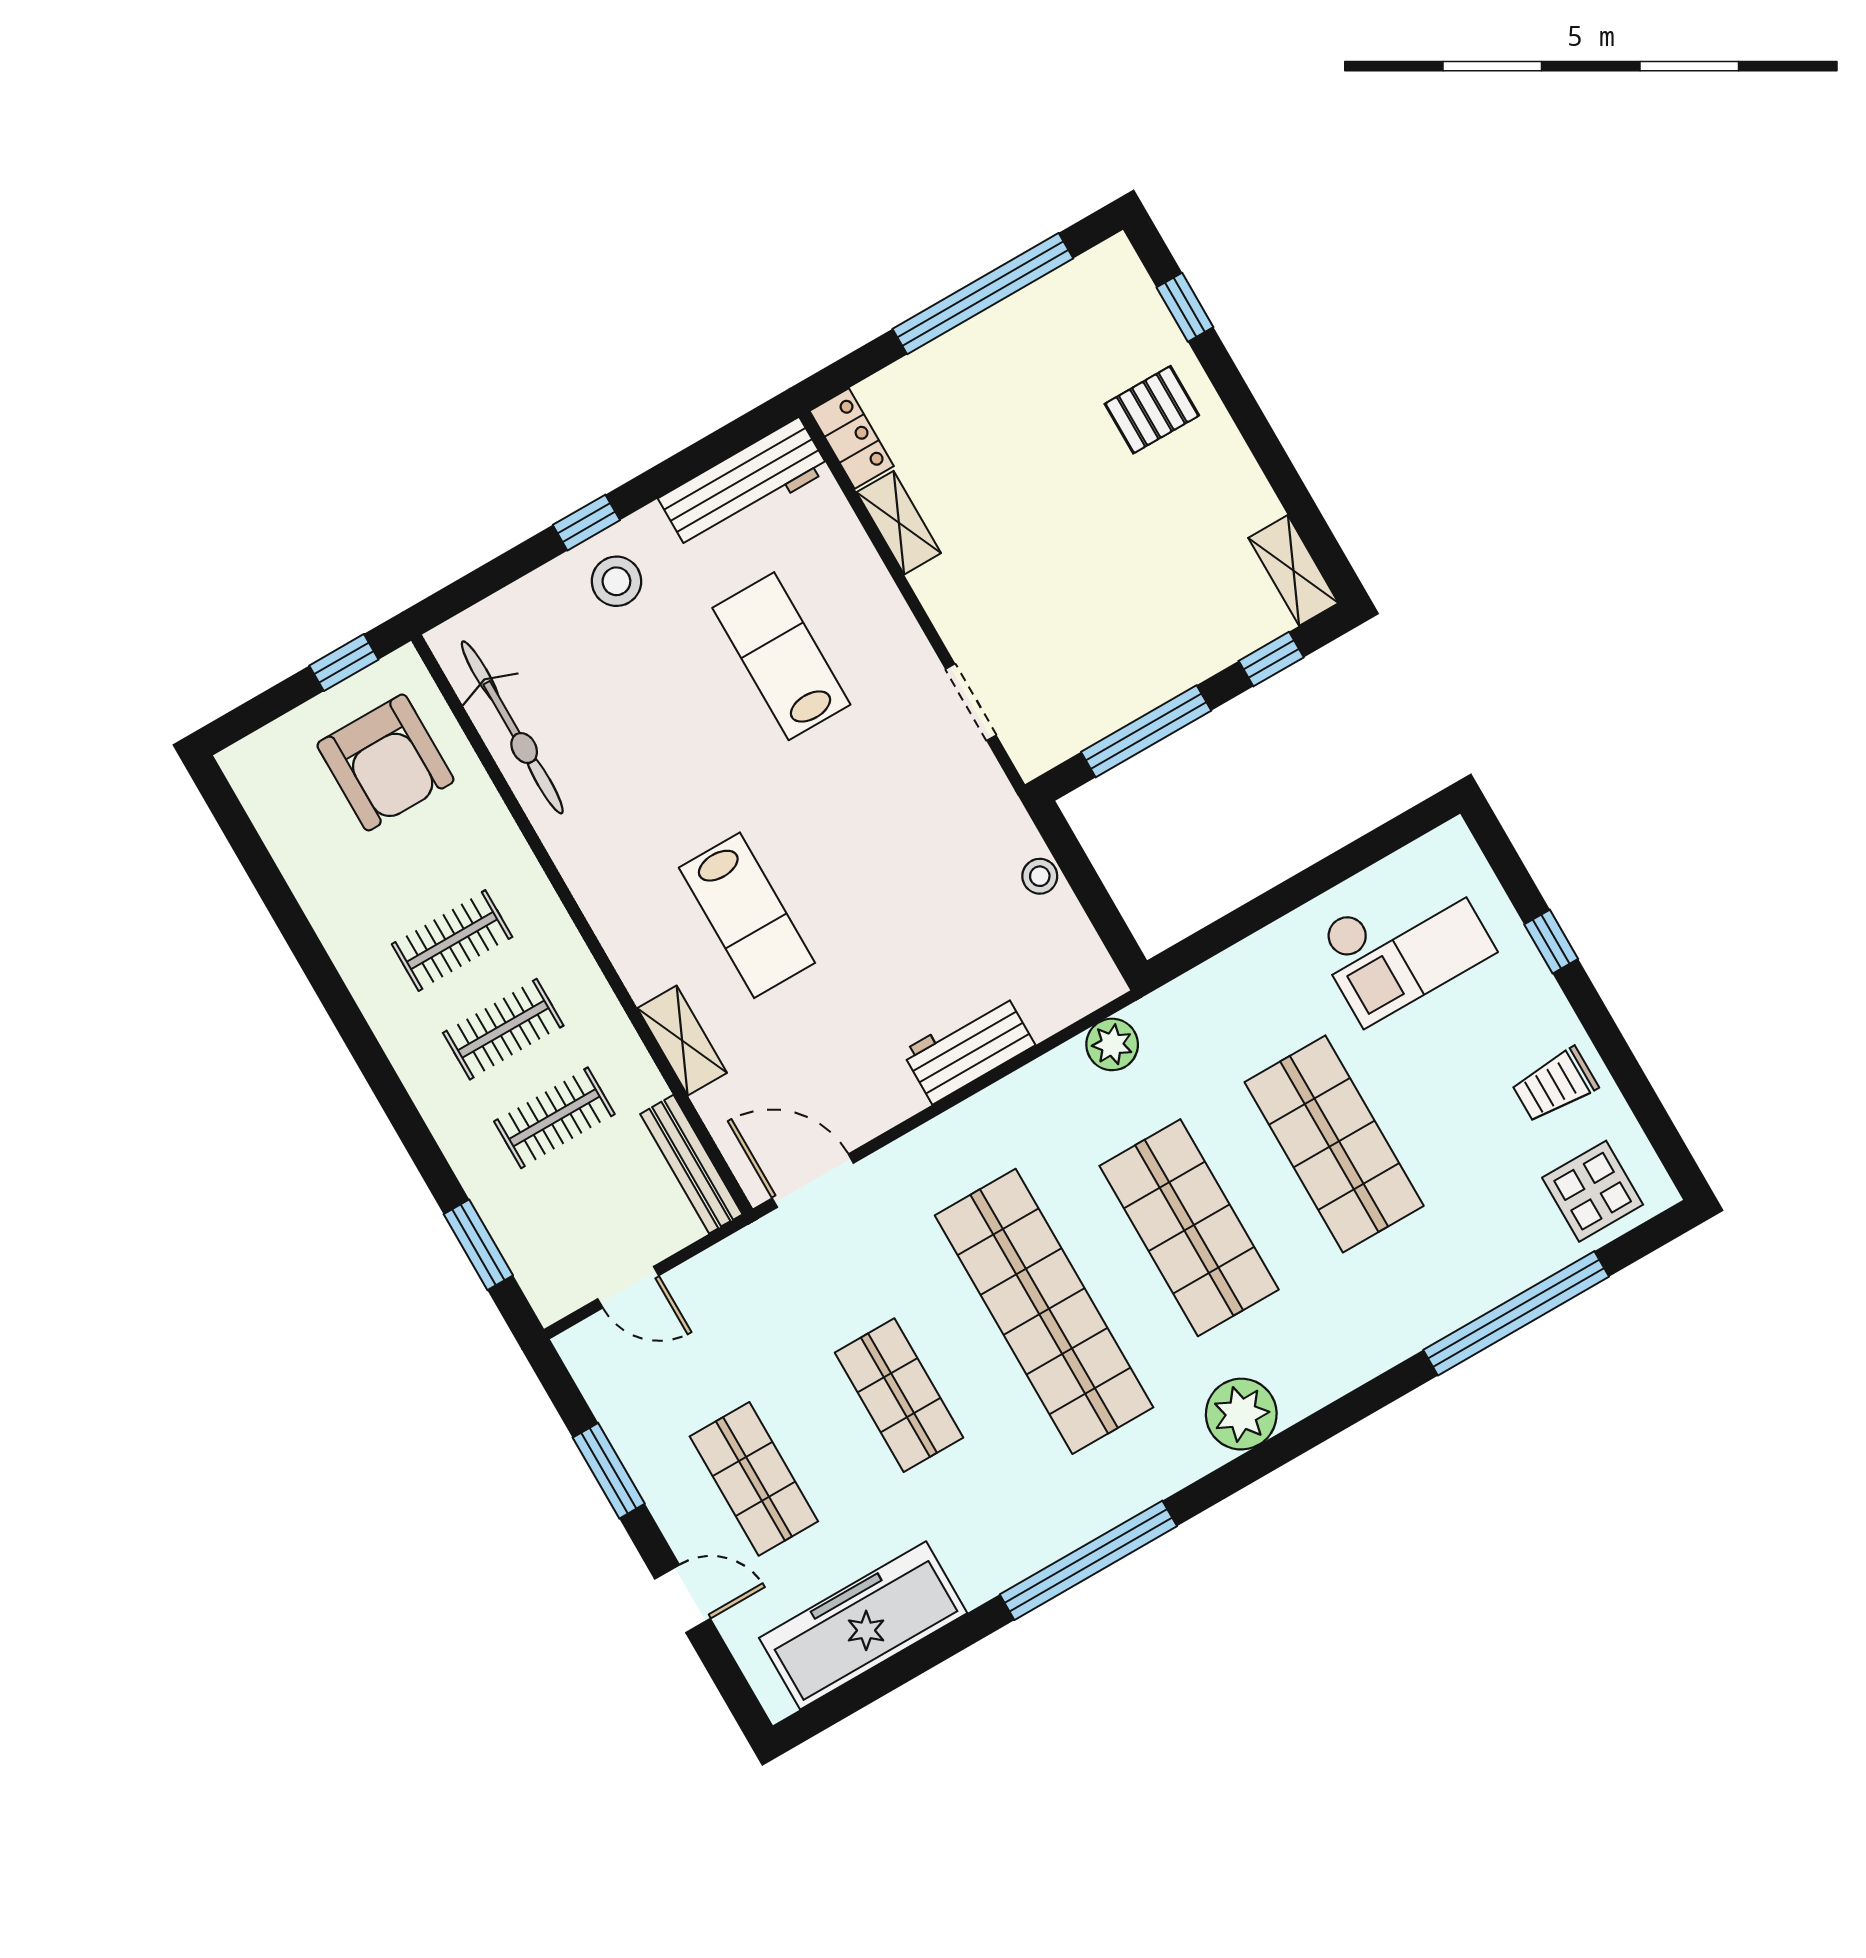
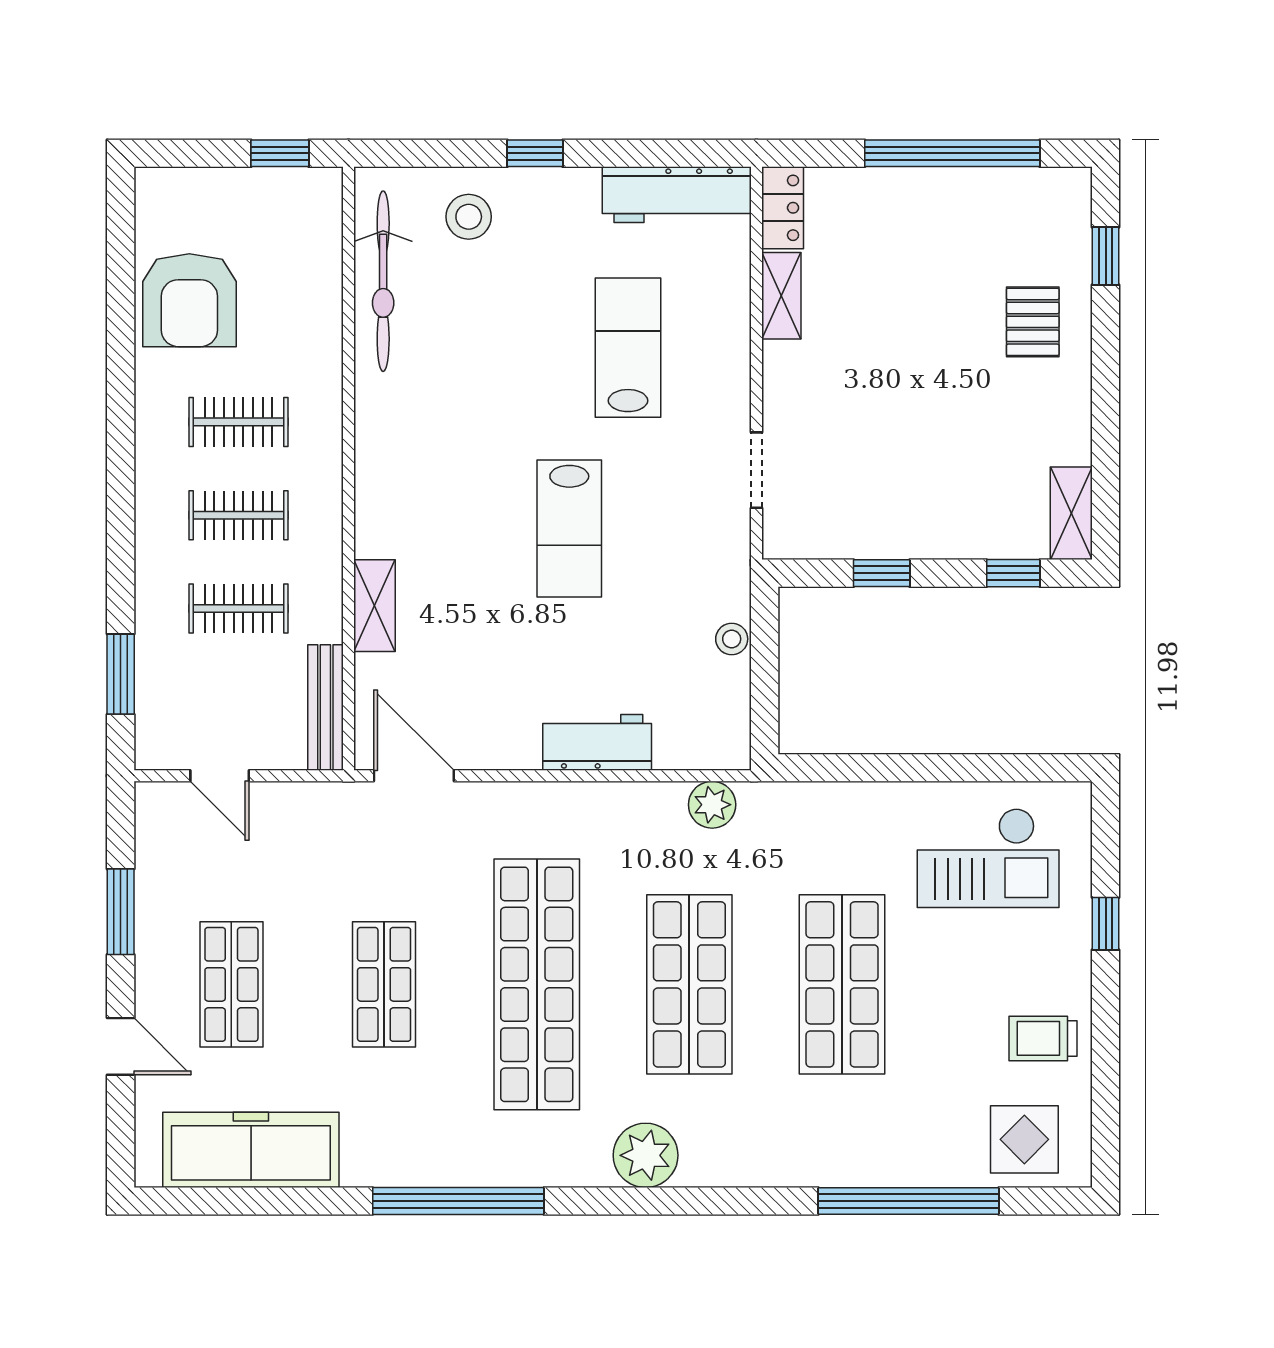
pallet: (1152, 410) -> (1033, 322), turned 90
stool: (616, 581) -> (469, 217), moved
window: (1146, 731) -> (882, 573), width x0.46
armchair: (385, 762) -> (189, 300), moved
lab bench: (747, 915) -> (569, 529), moved

